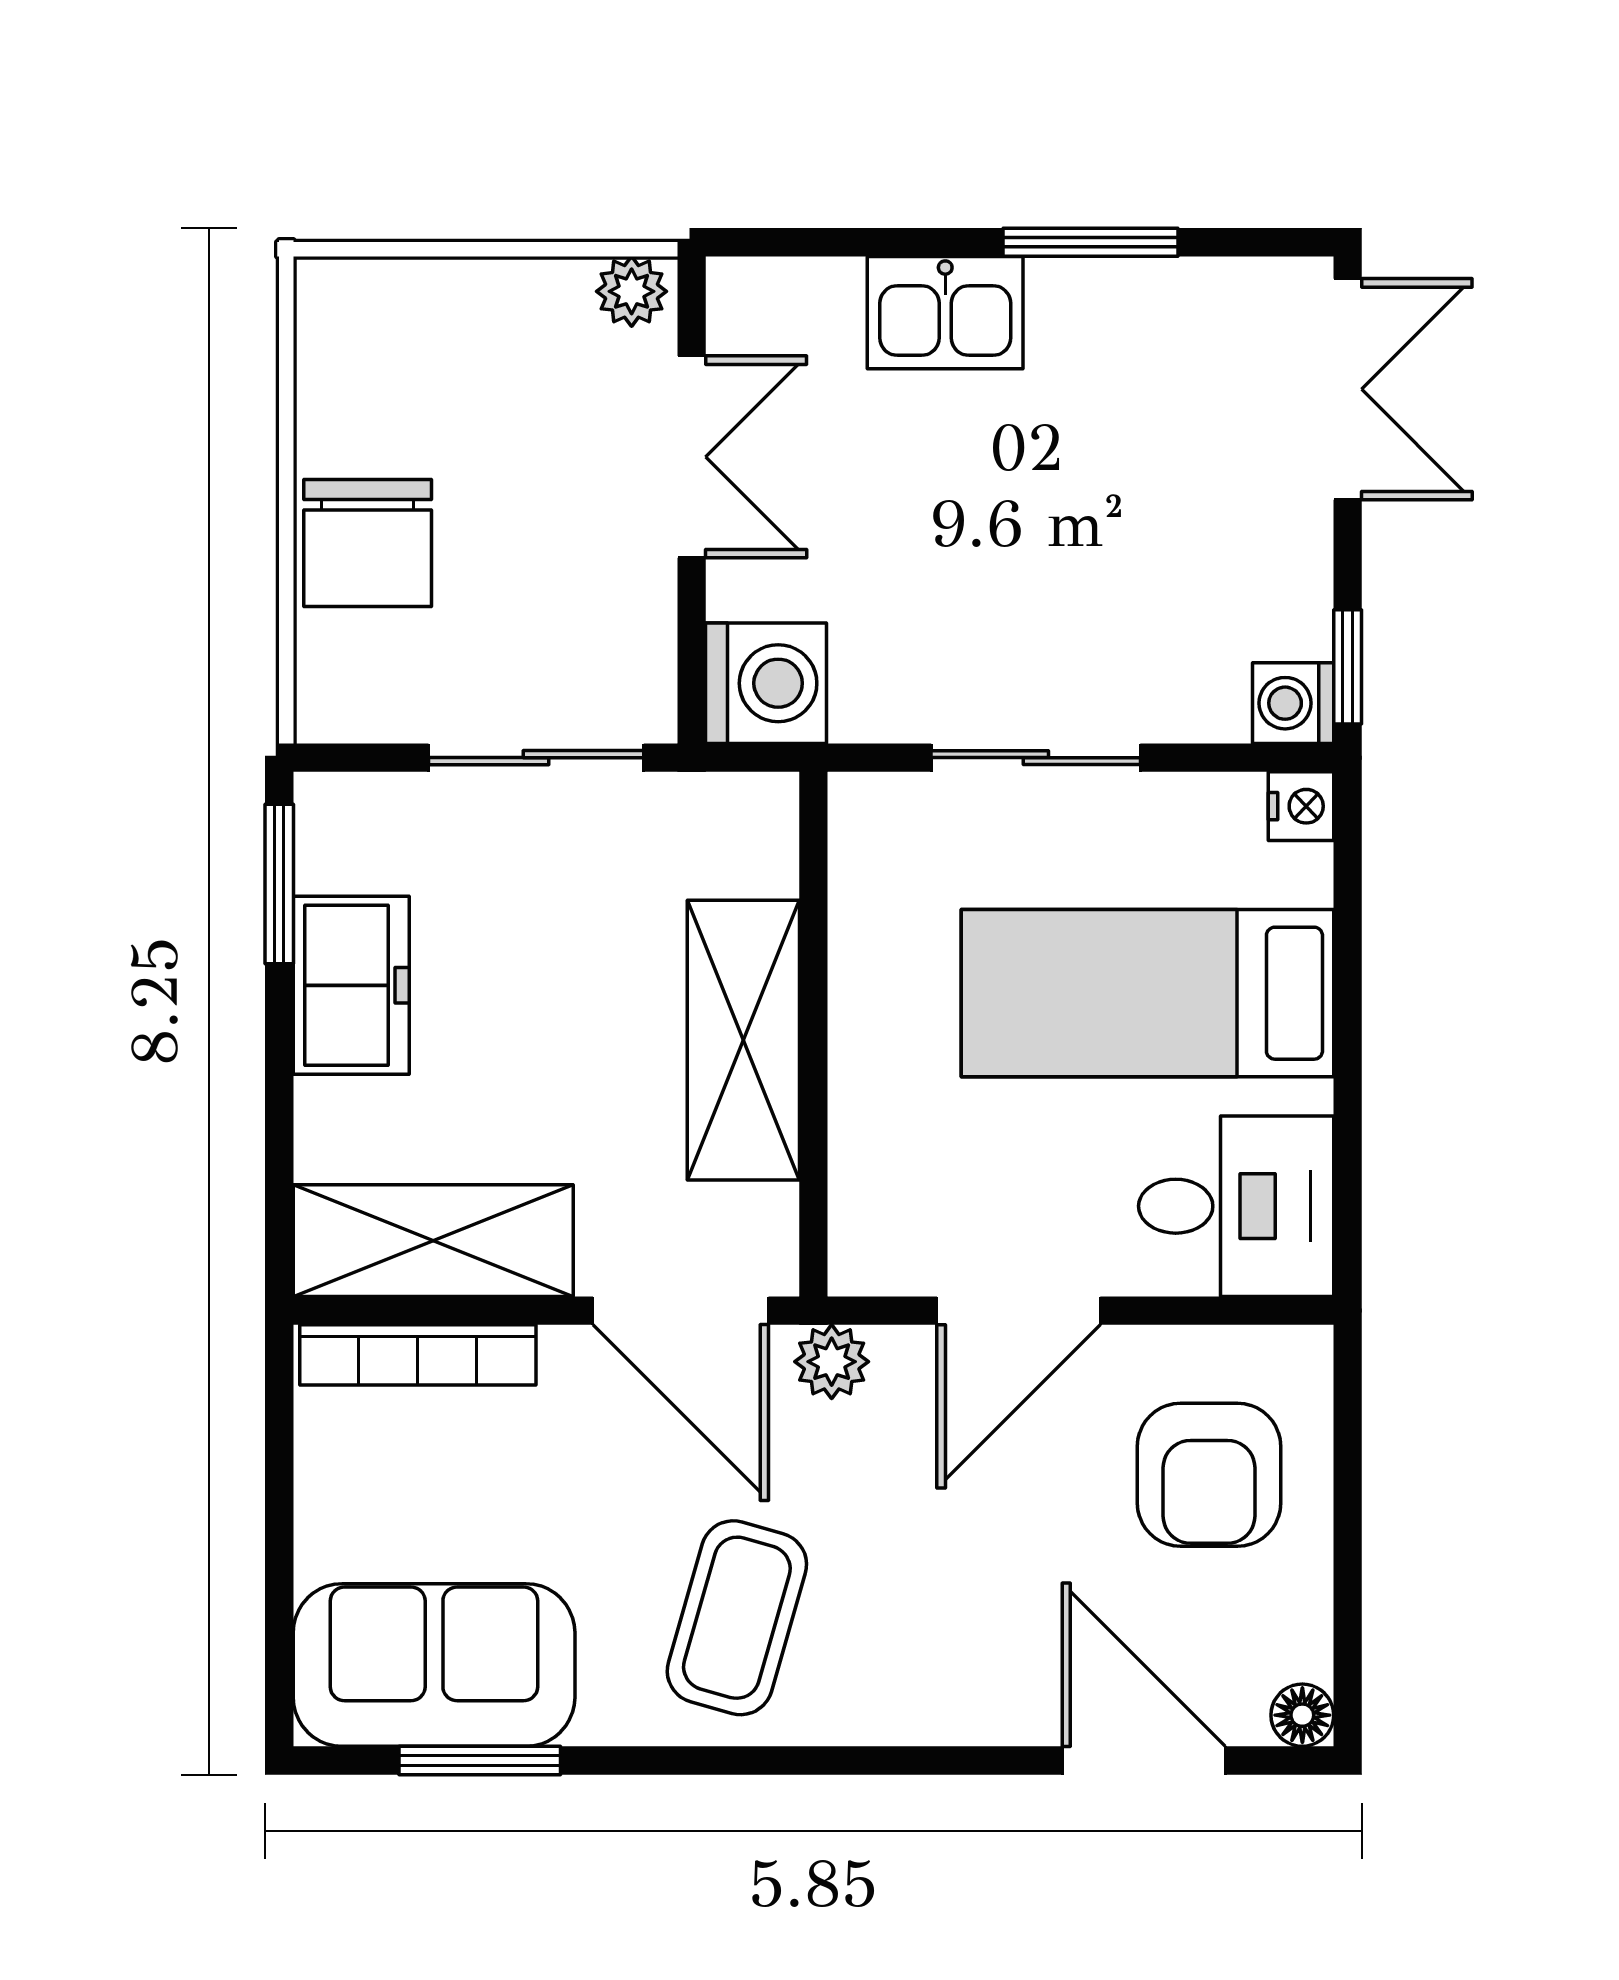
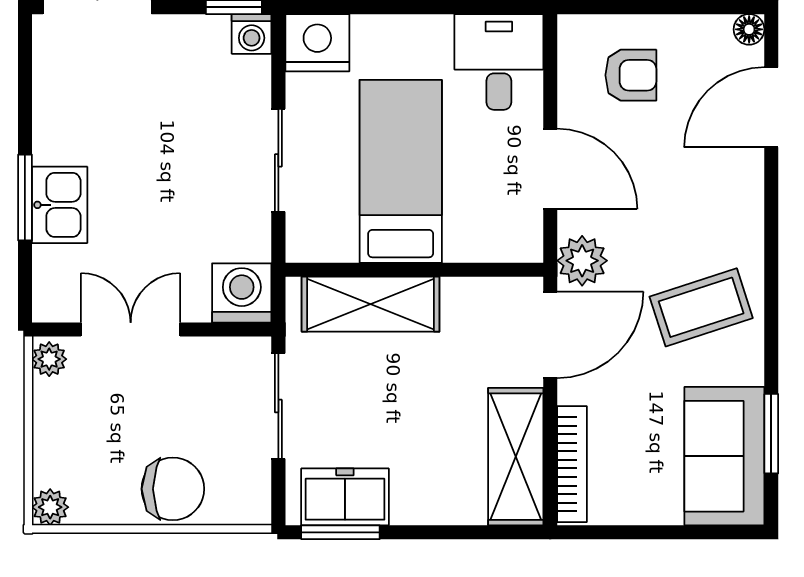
window: (1091, 242) -> (25, 198), moved
plant: (330, 293) -> (50, 507), added
nightstand: (1301, 806) -> (317, 43), width x1.89, depth x1.79
freezer: (351, 985) -> (345, 497), moved
bed: (1147, 993) -> (401, 171), moved, turned 180
shelving: (743, 1040) -> (371, 304), moved
plant: (832, 1362) -> (582, 261), width x1.38, depth x1.38
armchair: (1209, 1475) -> (631, 75), width x0.72, depth x0.72
coffee table: (737, 1618) -> (701, 307), turned -34

